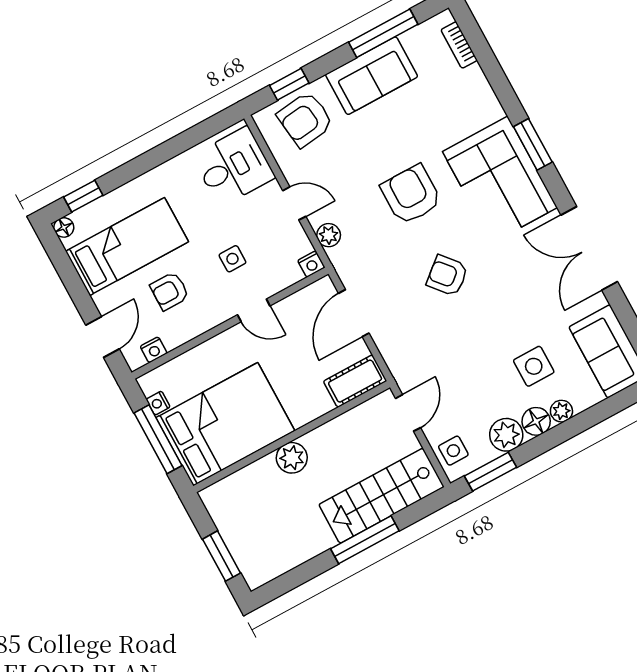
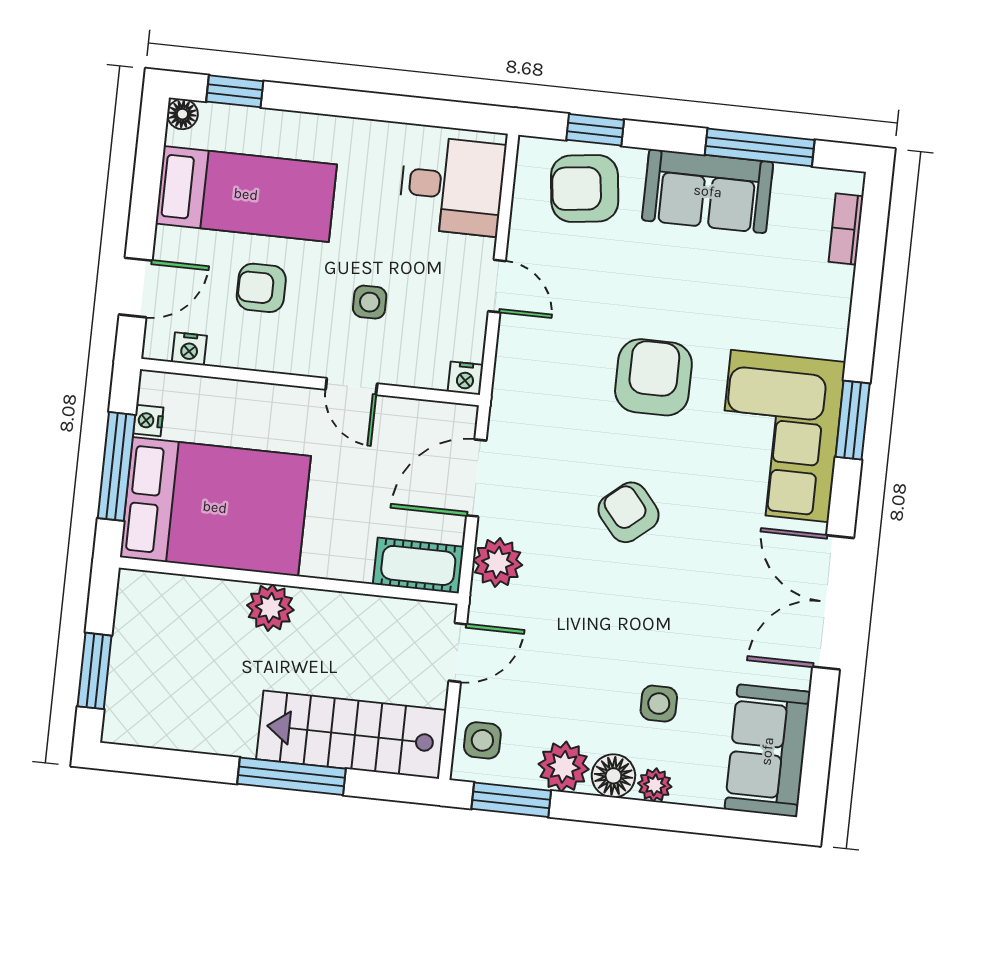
plant: (329, 235) -> (498, 562), moved, width x1.38, depth x1.38
side table: (534, 366) -> (659, 704), width x0.73, depth x0.73

